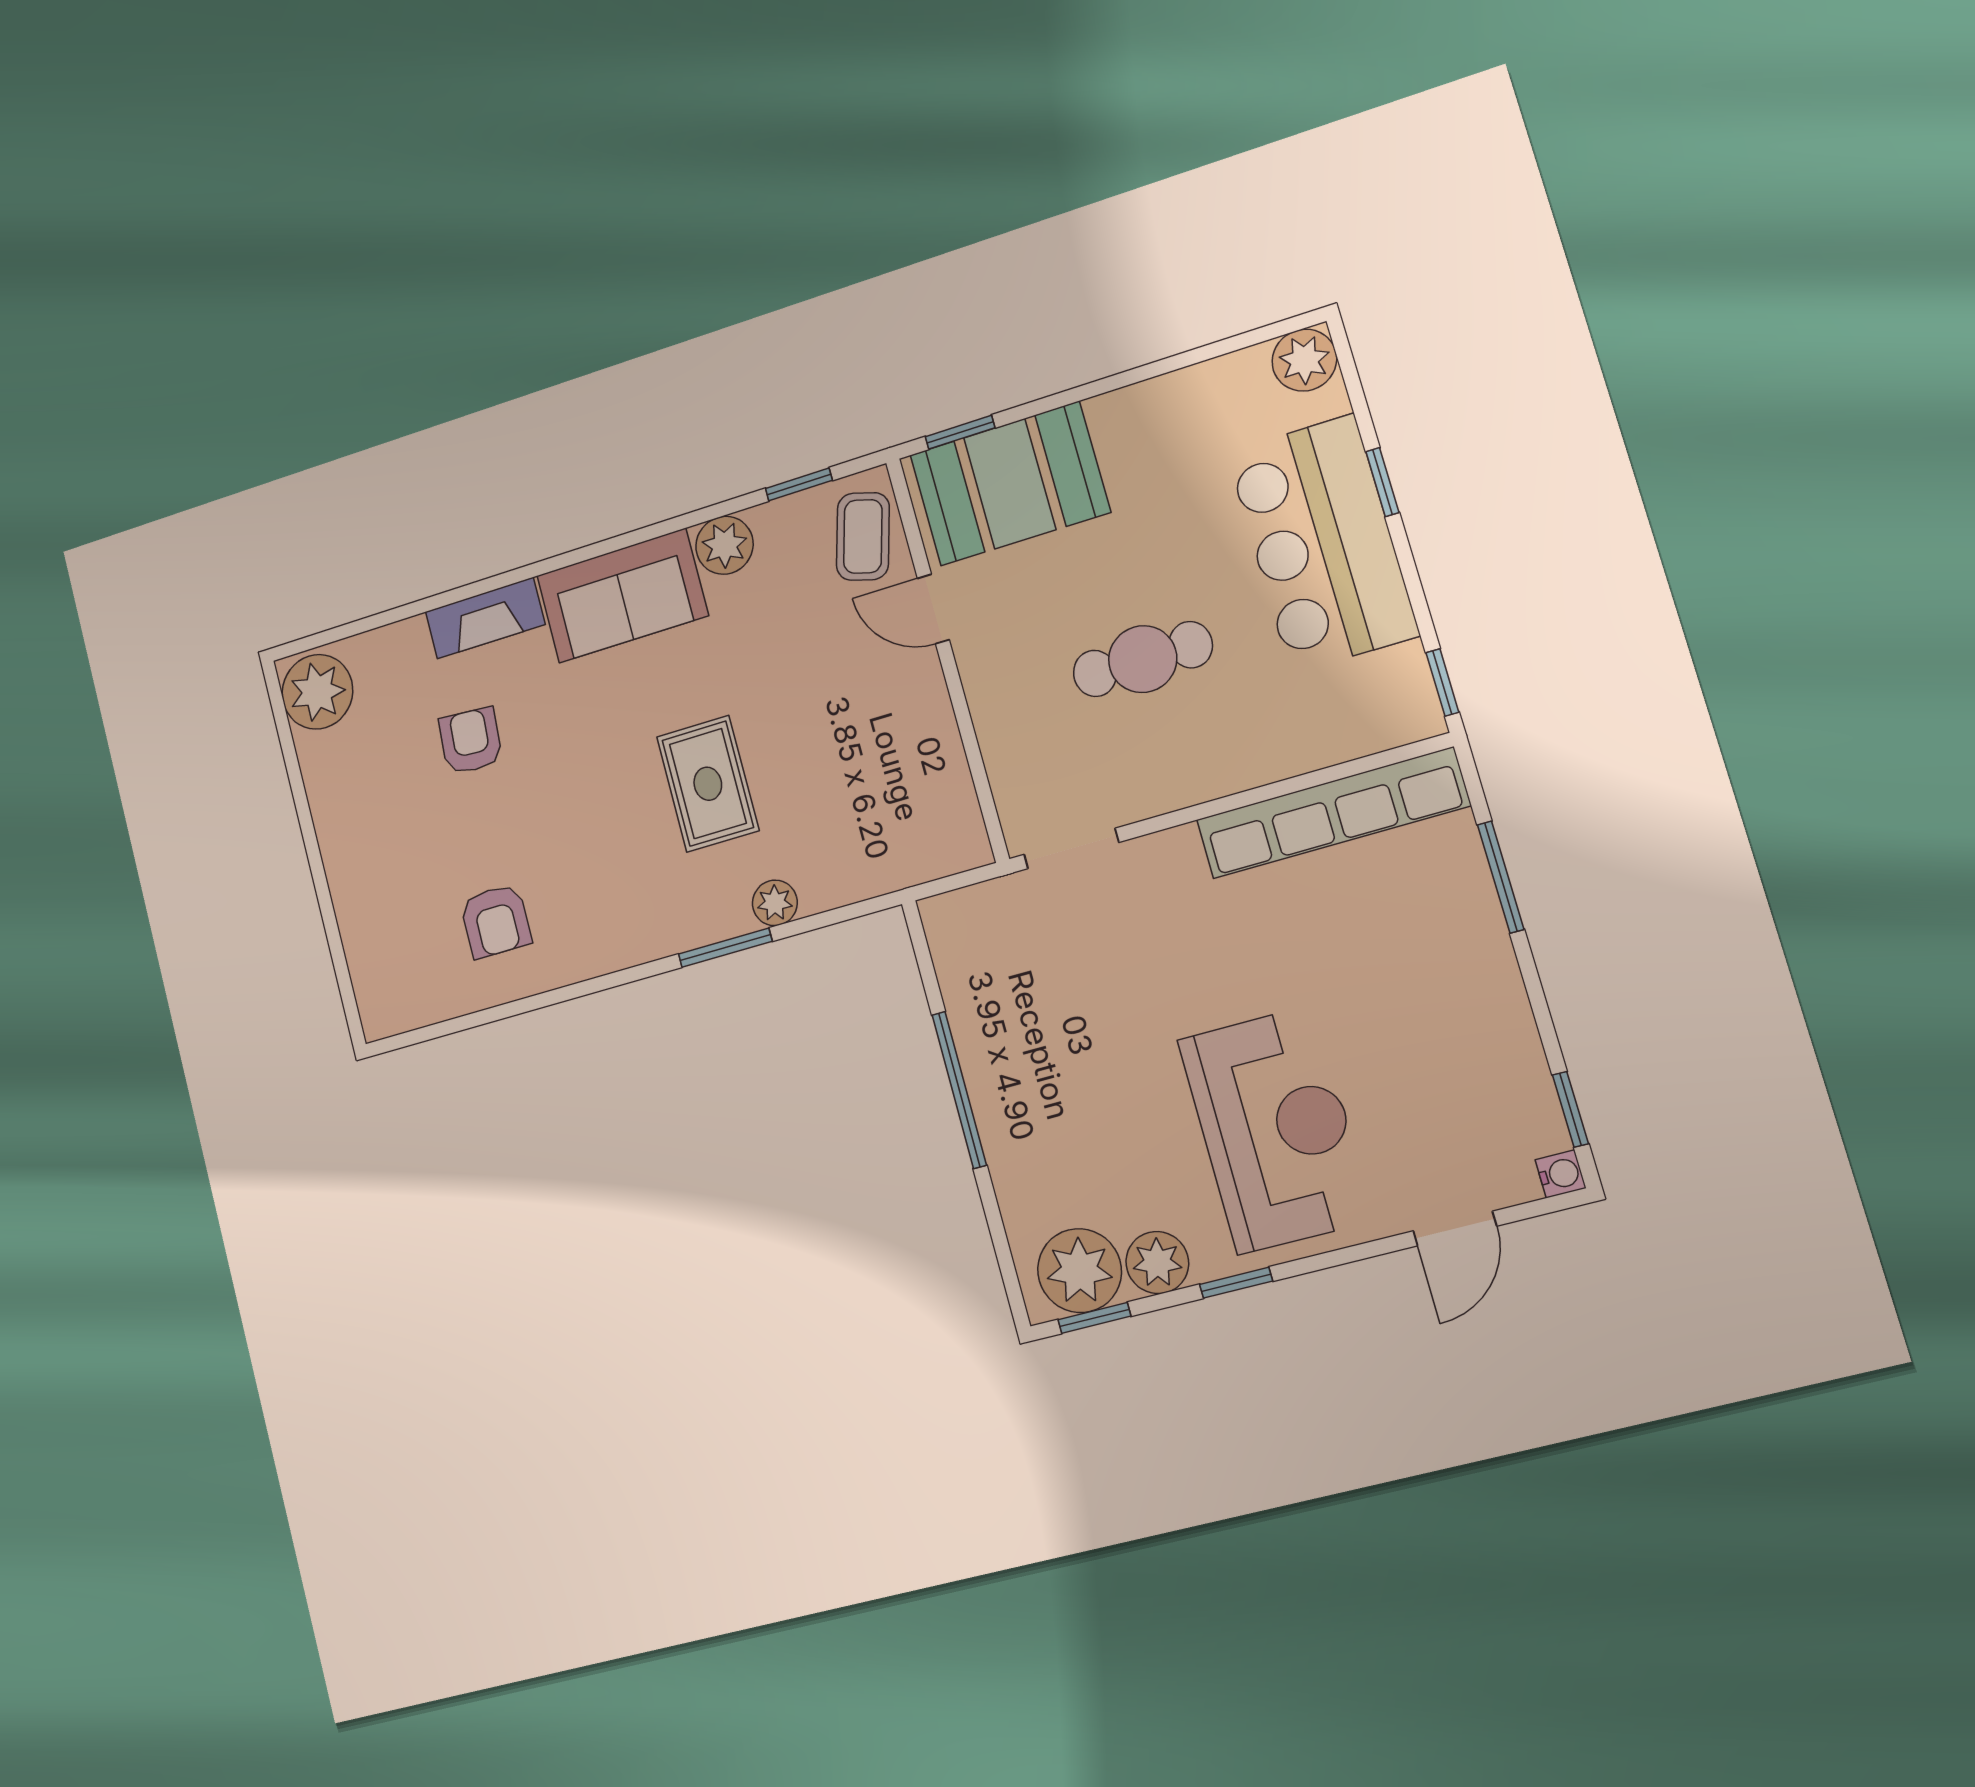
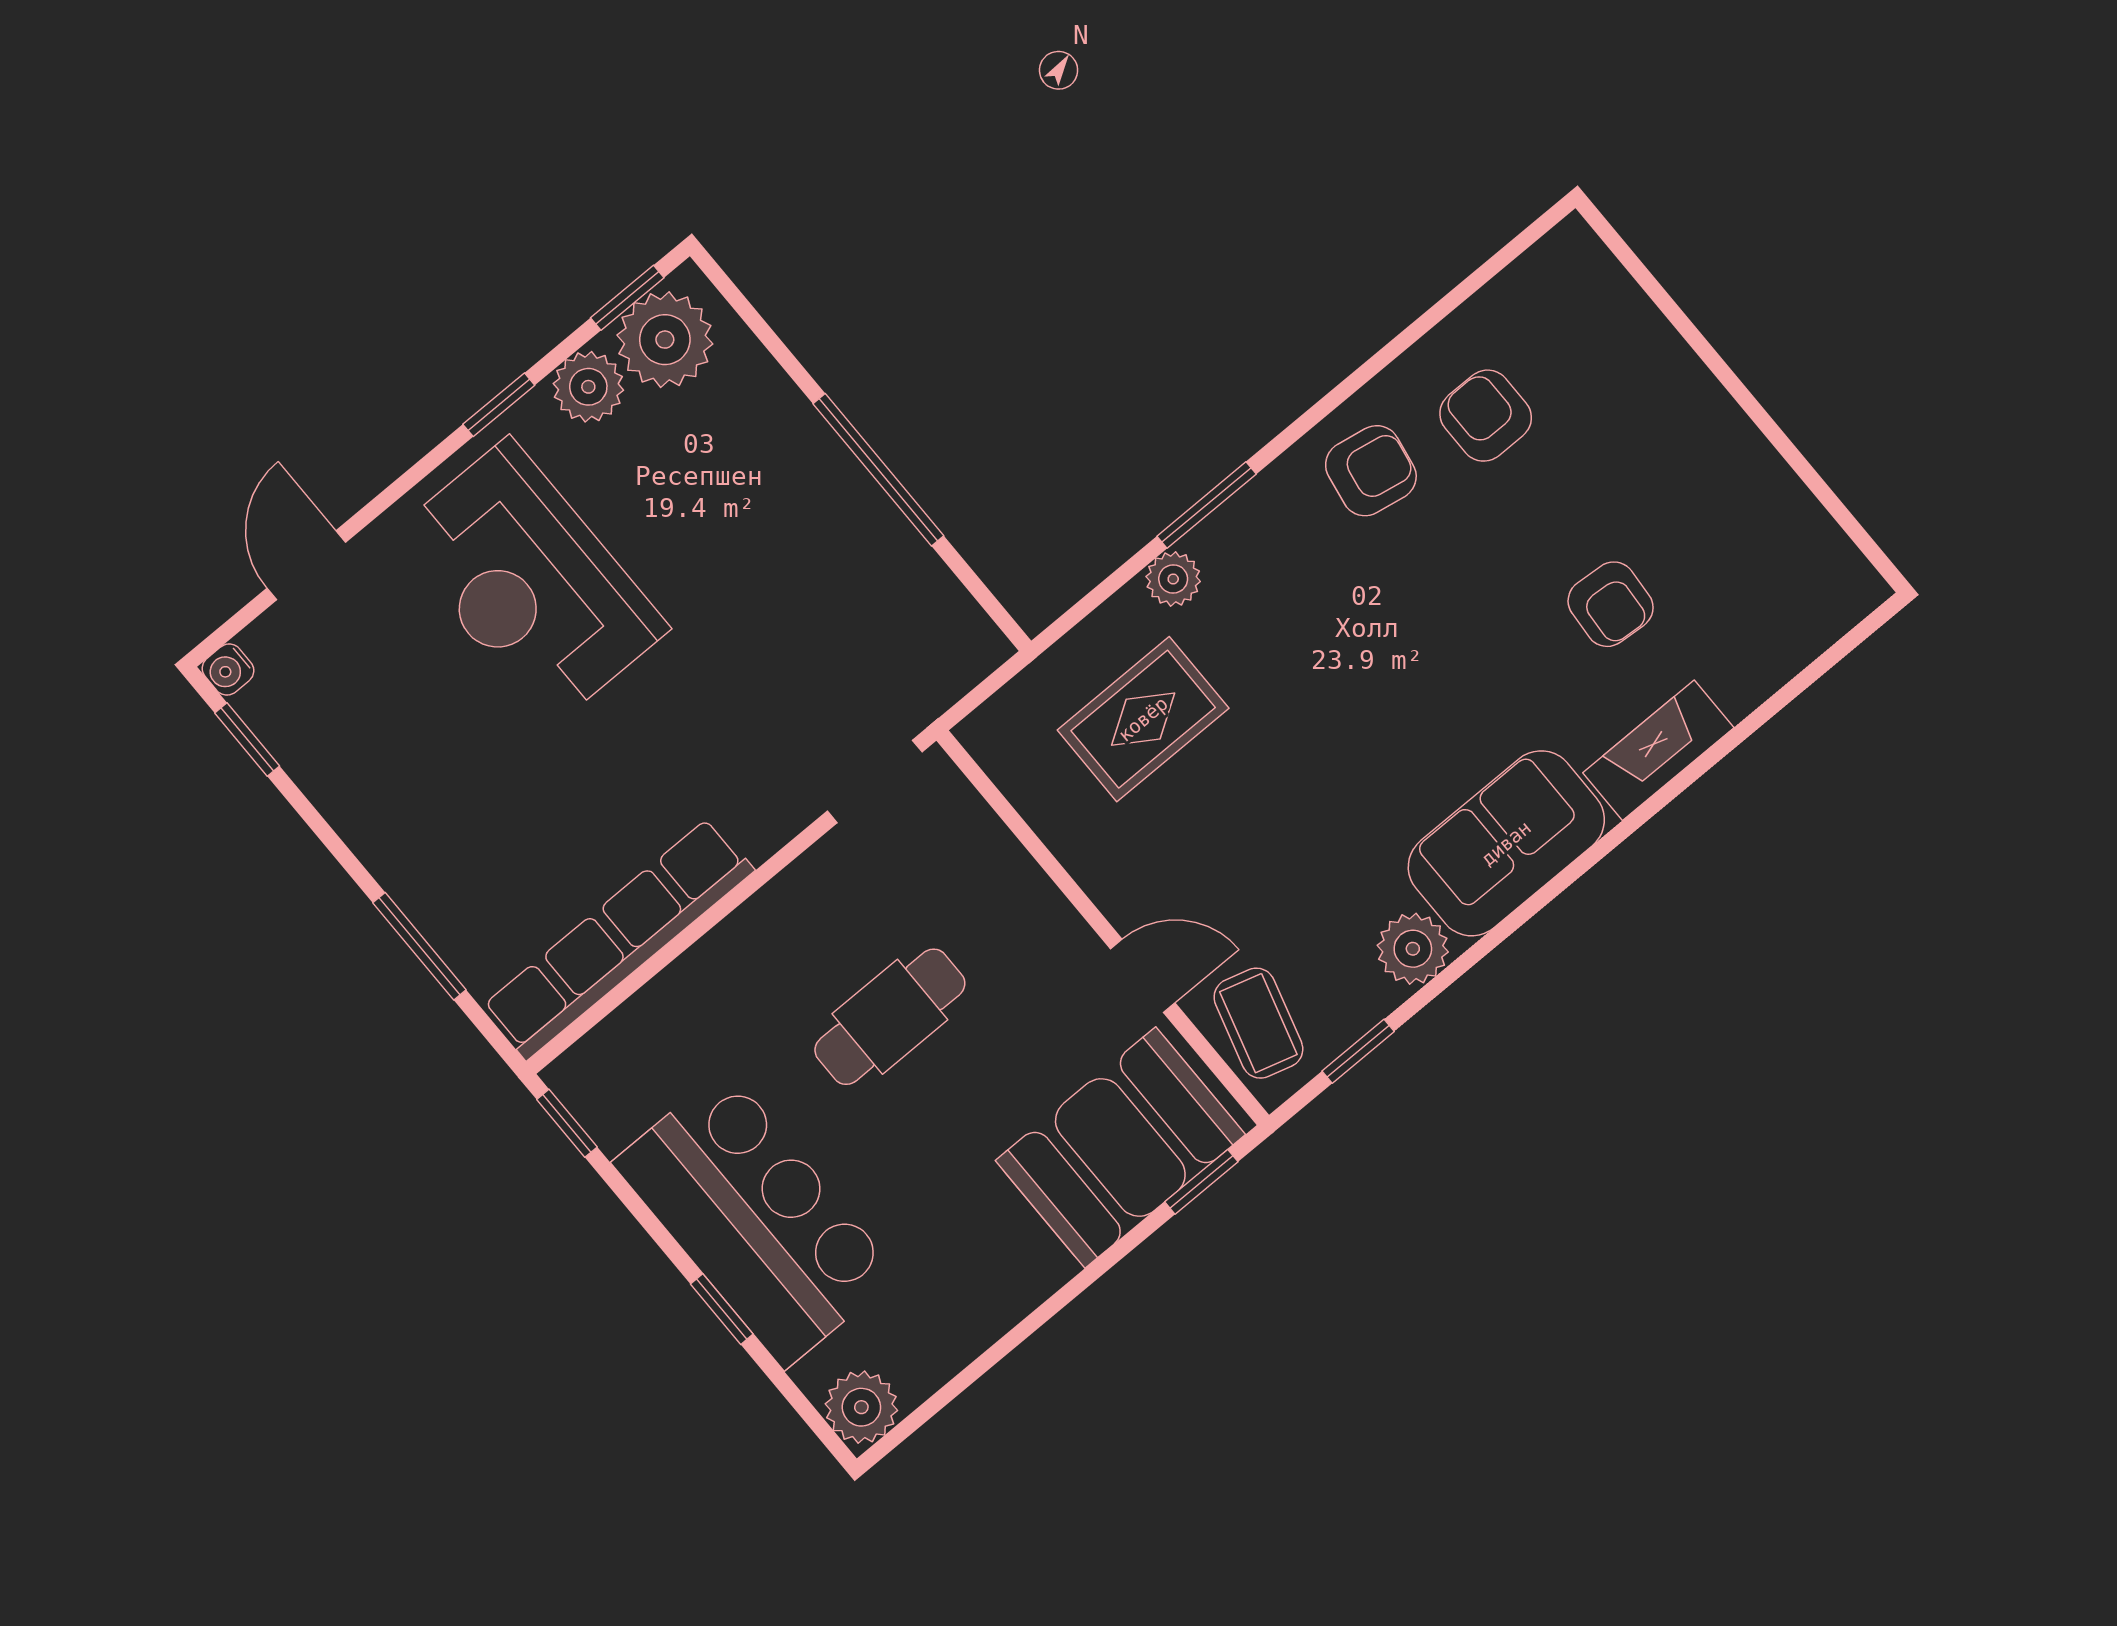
plant: (317, 692) -> (1824, 580), removed
rug: (708, 784) -> (1143, 719), moved, turned 90
armchair: (595, 918) -> (1371, 471), added

